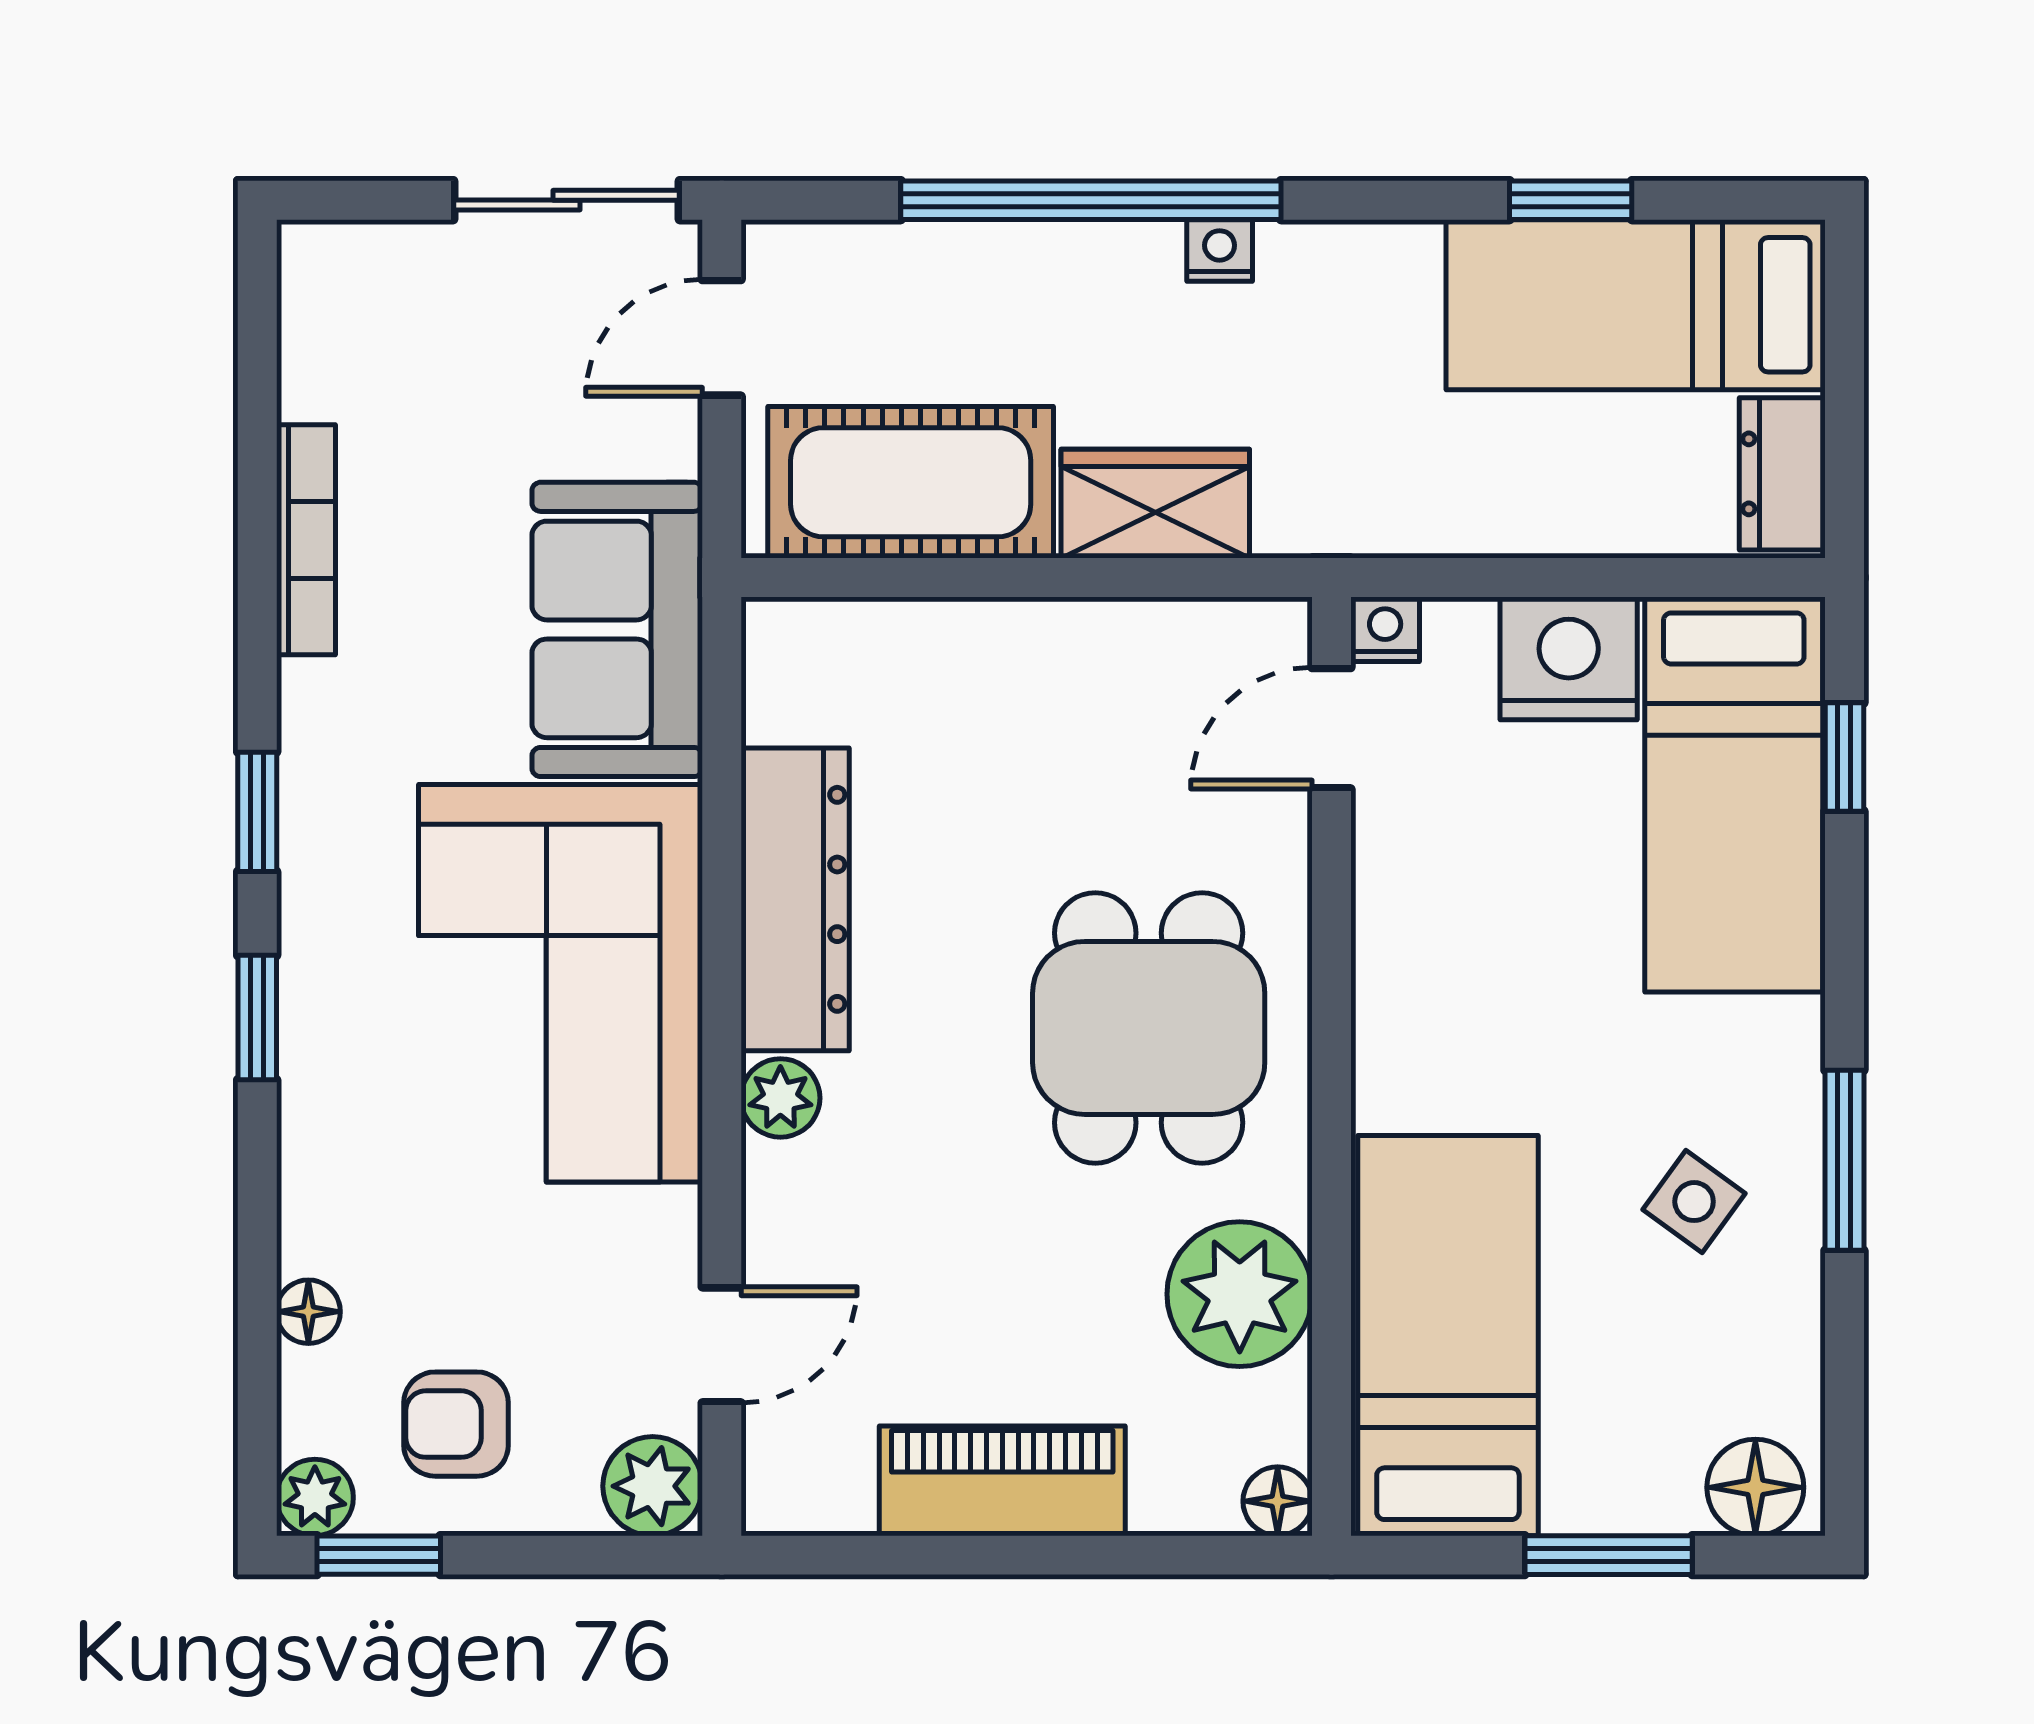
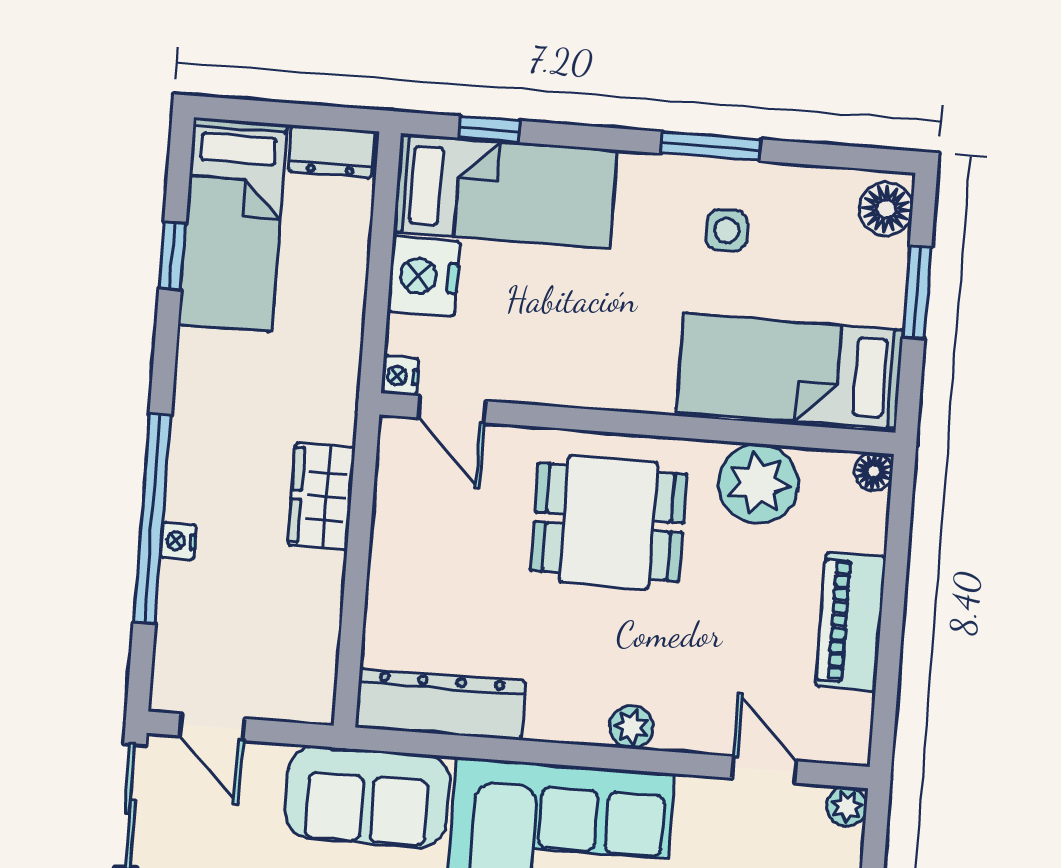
nightstand: (1220, 250) -> (178, 541), moved
cot: (911, 482) -> (299, 630), removed
dresser: (795, 899) -> (440, 704), moved
side table: (1694, 1202) -> (727, 230), turned -36
plant: (653, 1486) -> (847, 807), width x0.73, depth x0.73

